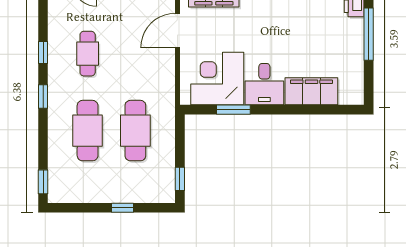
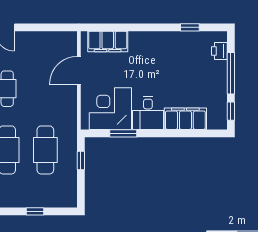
window: (369, 82) -> (231, 111), added
window: (180, 179) -> (81, 160), moved

